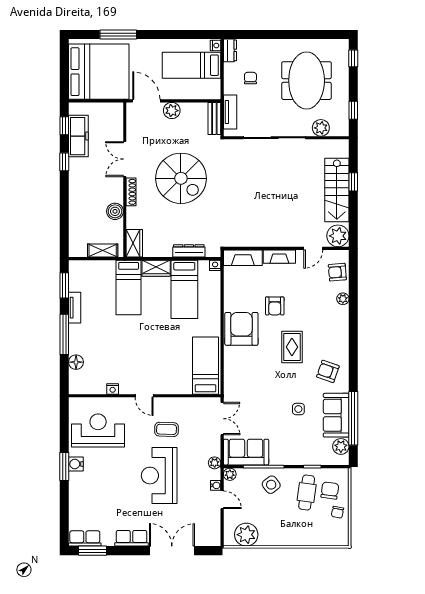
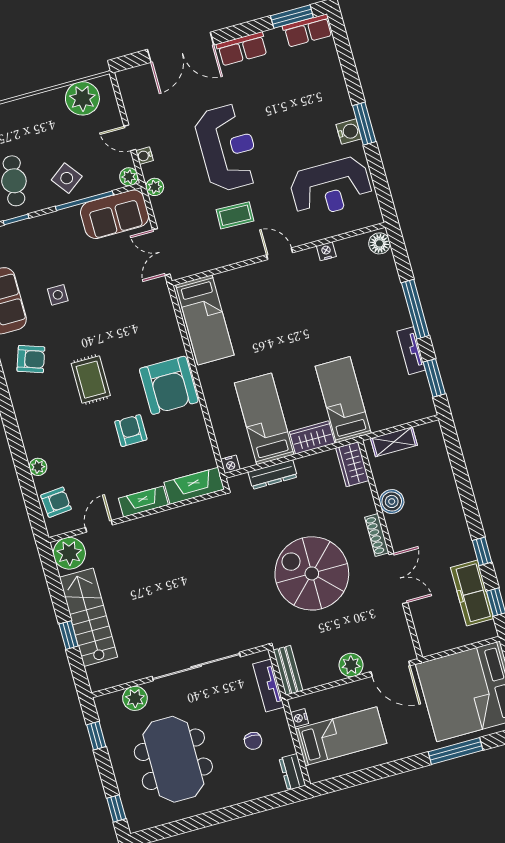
nightstand: (215, 45) -> (300, 718), moved
floor lamp: (76, 362) -> (379, 243), moved

